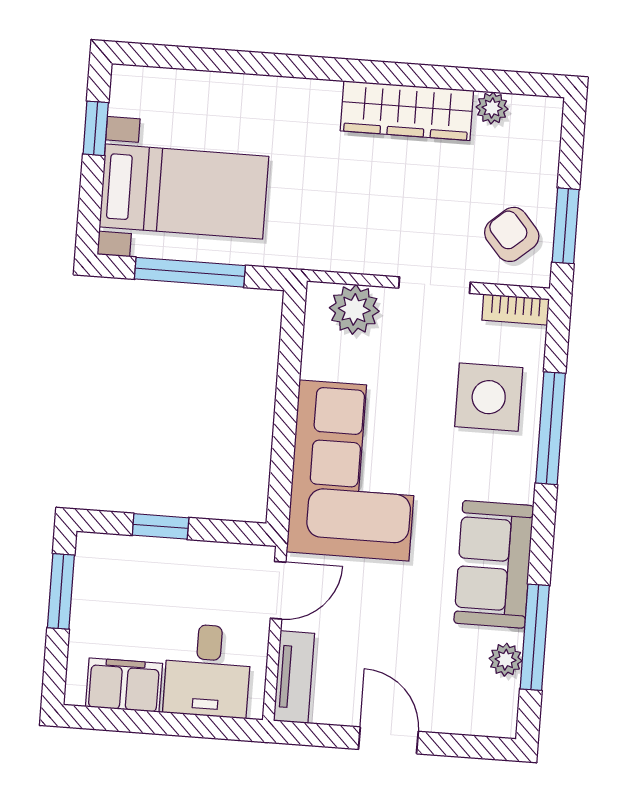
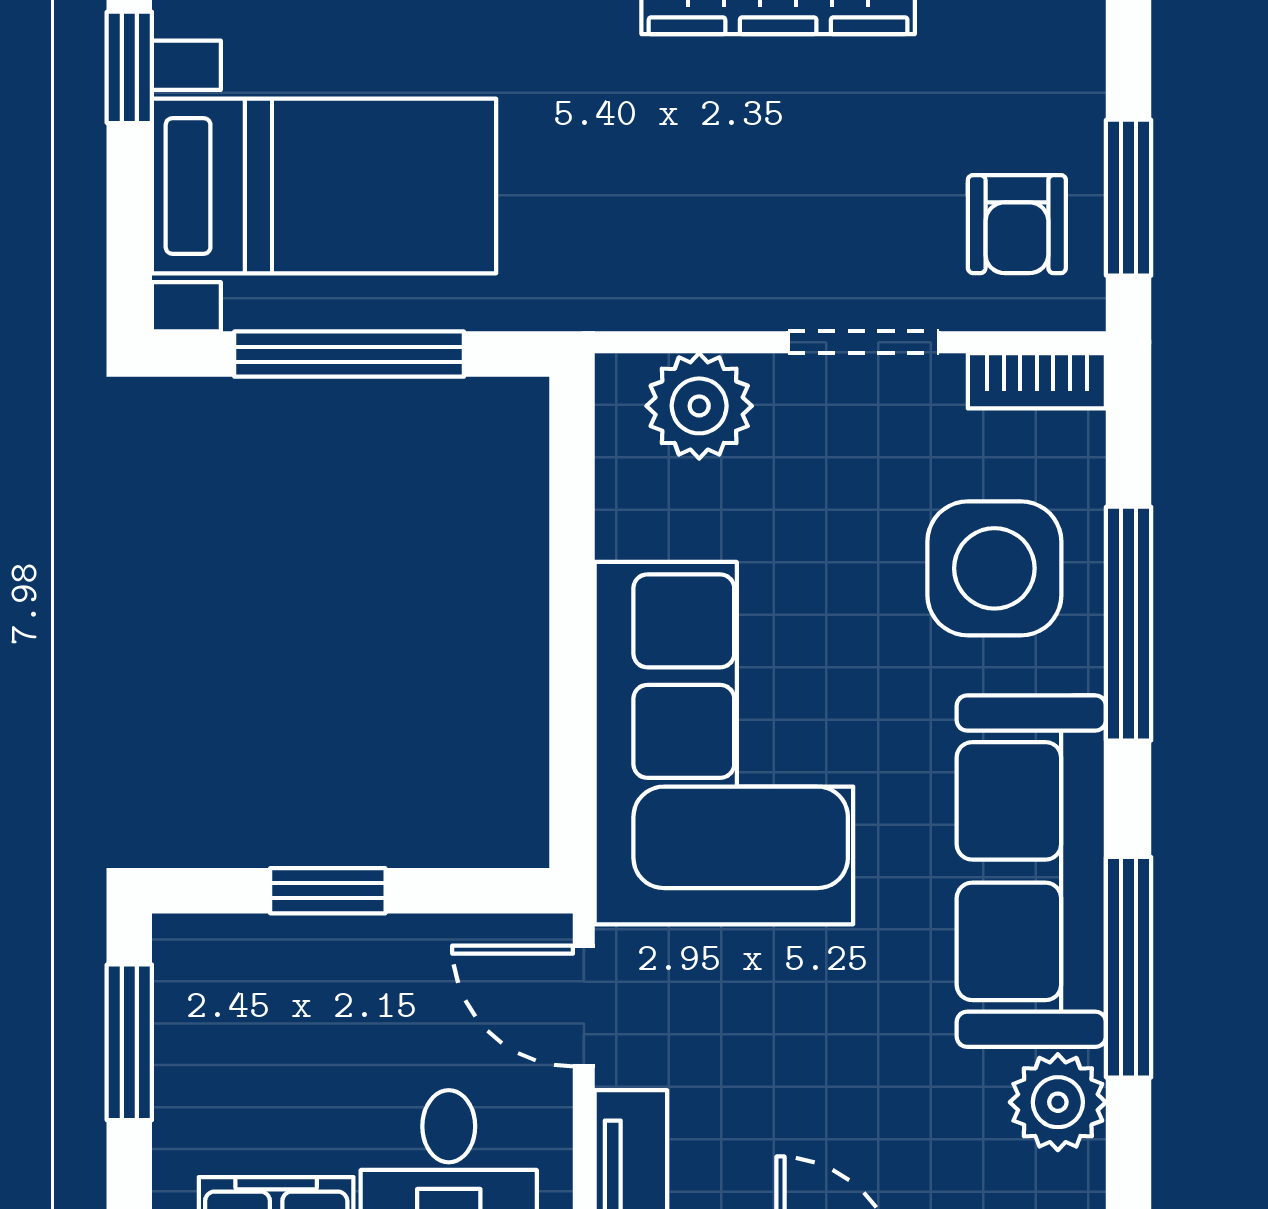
armchair: (512, 234) -> (1017, 224), turned -139
sofa: (494, 564) -> (1031, 871), width x1.36
door: (278, 590) -> (584, 1006), swing flipped
window: (535, 637) -> (1129, 967), moved
plant: (506, 660) -> (1058, 1102), width x1.38, depth x1.38

